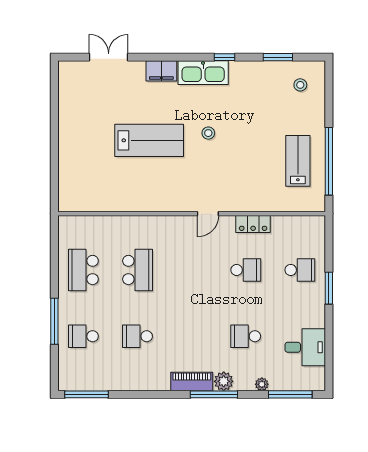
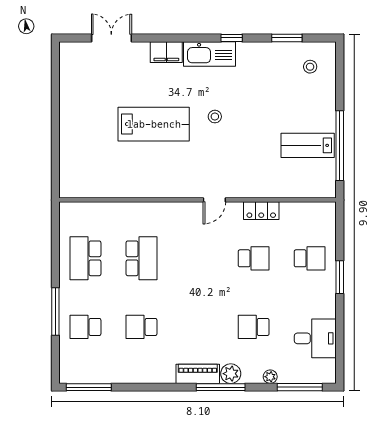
lab bench: (298, 161) -> (308, 145), turned -90

